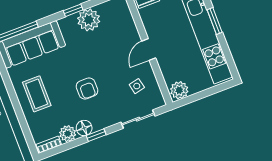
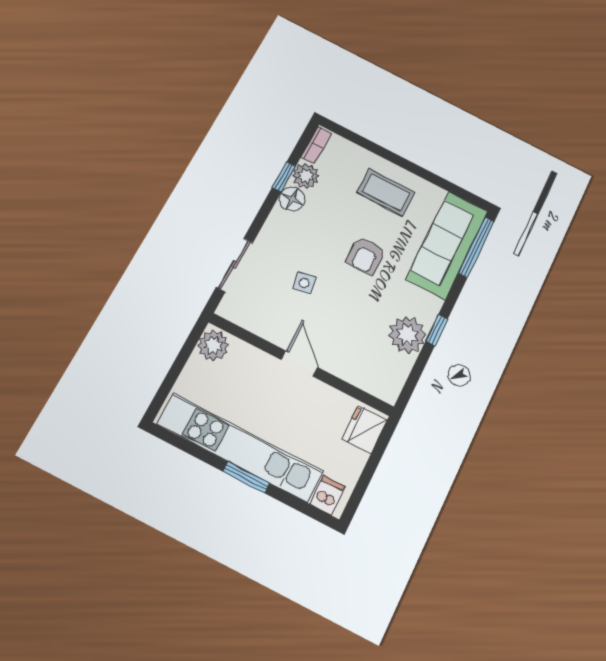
side table: (137, 86) -> (304, 283), moved
armchair: (87, 88) -> (366, 256), moved, turned -90
window: (96, 135) -> (284, 177), moved

